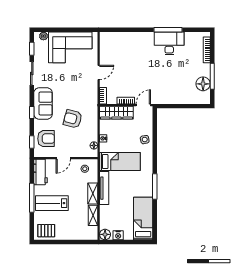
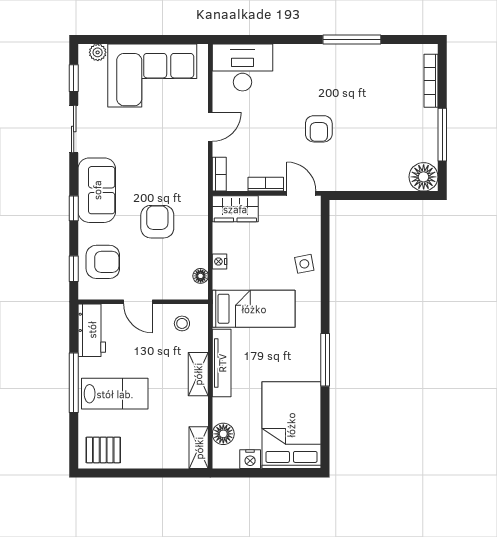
desk: (169, 43) -> (243, 67), moved
armchair: (152, 73) -> (319, 129), added
floor lamp: (203, 84) -> (424, 177), moved
door: (143, 105) -> (301, 193), hinge flipped
wardrobe: (116, 113) -> (235, 209), width x0.67
armchair: (73, 119) -> (157, 222), turned 75
door: (63, 158) -> (138, 302), hinge flipped
lab bench: (52, 203) -> (115, 394), turned 180
shelving: (93, 215) -> (199, 448), moved
bed: (143, 219) -> (291, 425), width x1.50
floor lamp: (105, 234) -> (223, 434), moved

